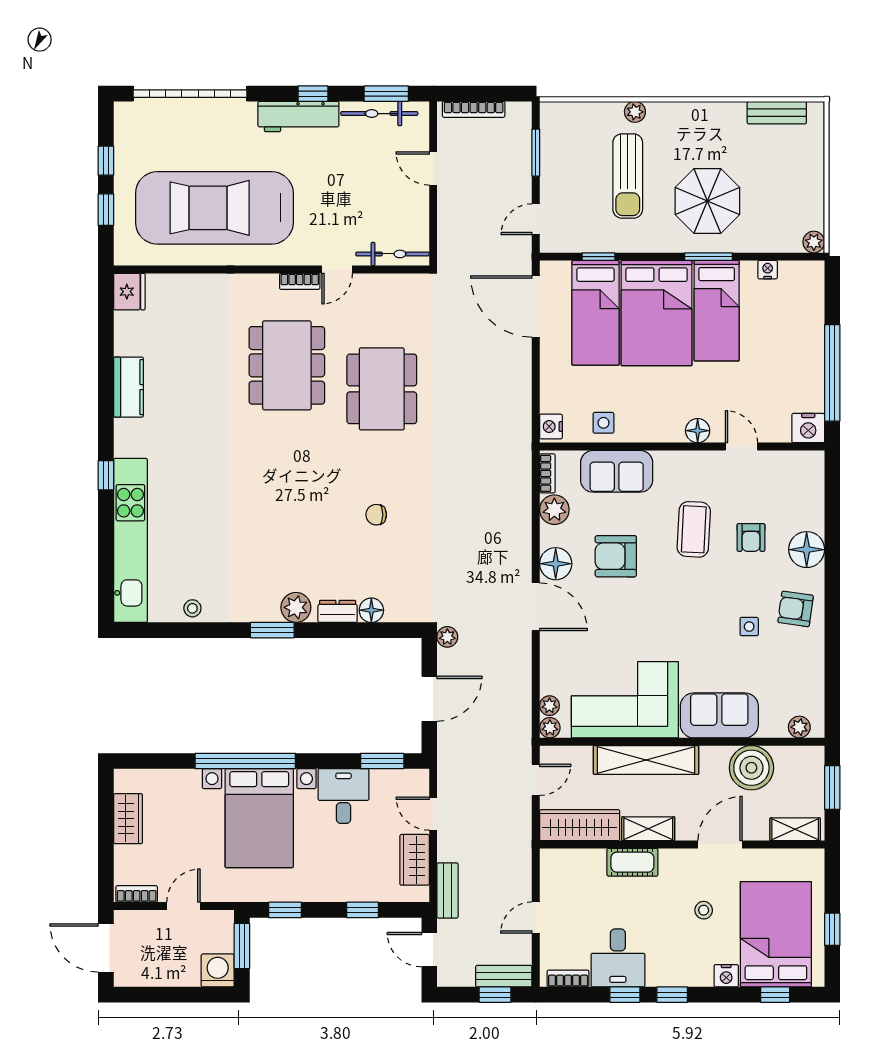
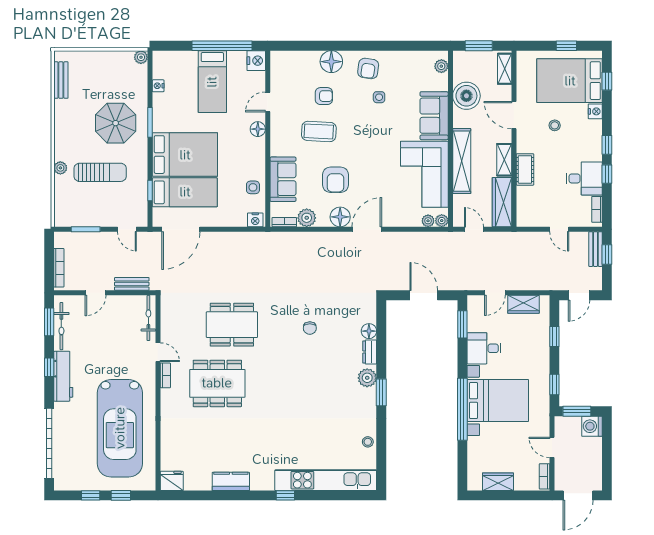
bed: (717, 311) -> (212, 82), moved, turned 90
plant: (447, 637) -> (385, 284), removed
bench: (448, 890) -> (132, 284), moved

